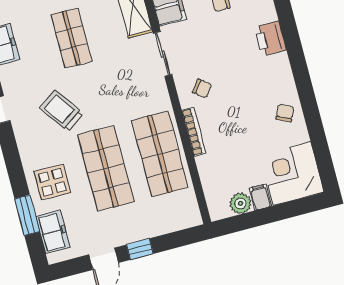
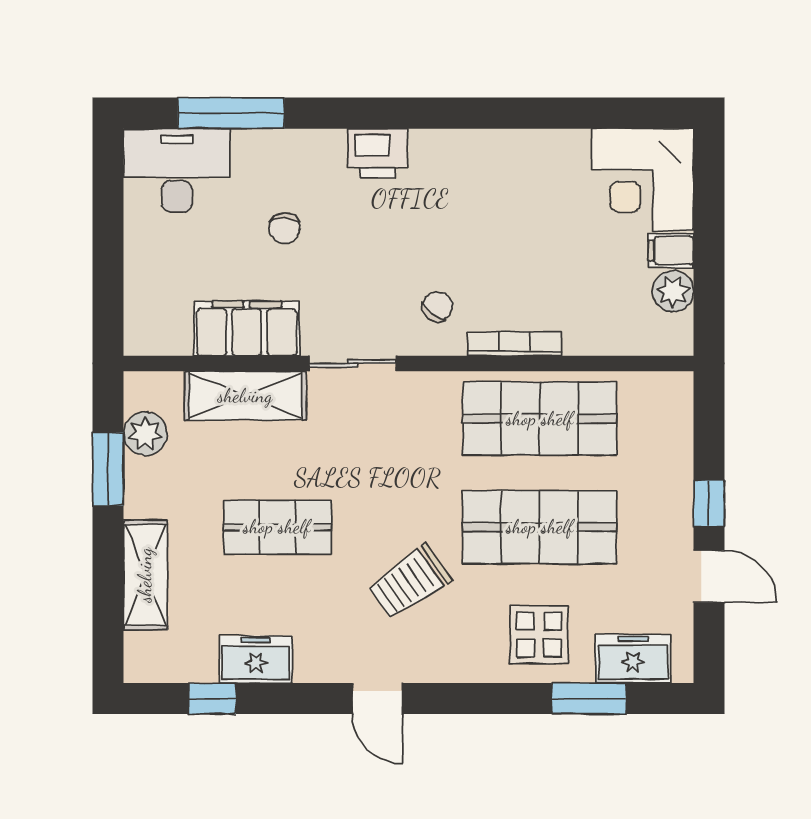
chair: (285, 113) -> (525, 163), removed

